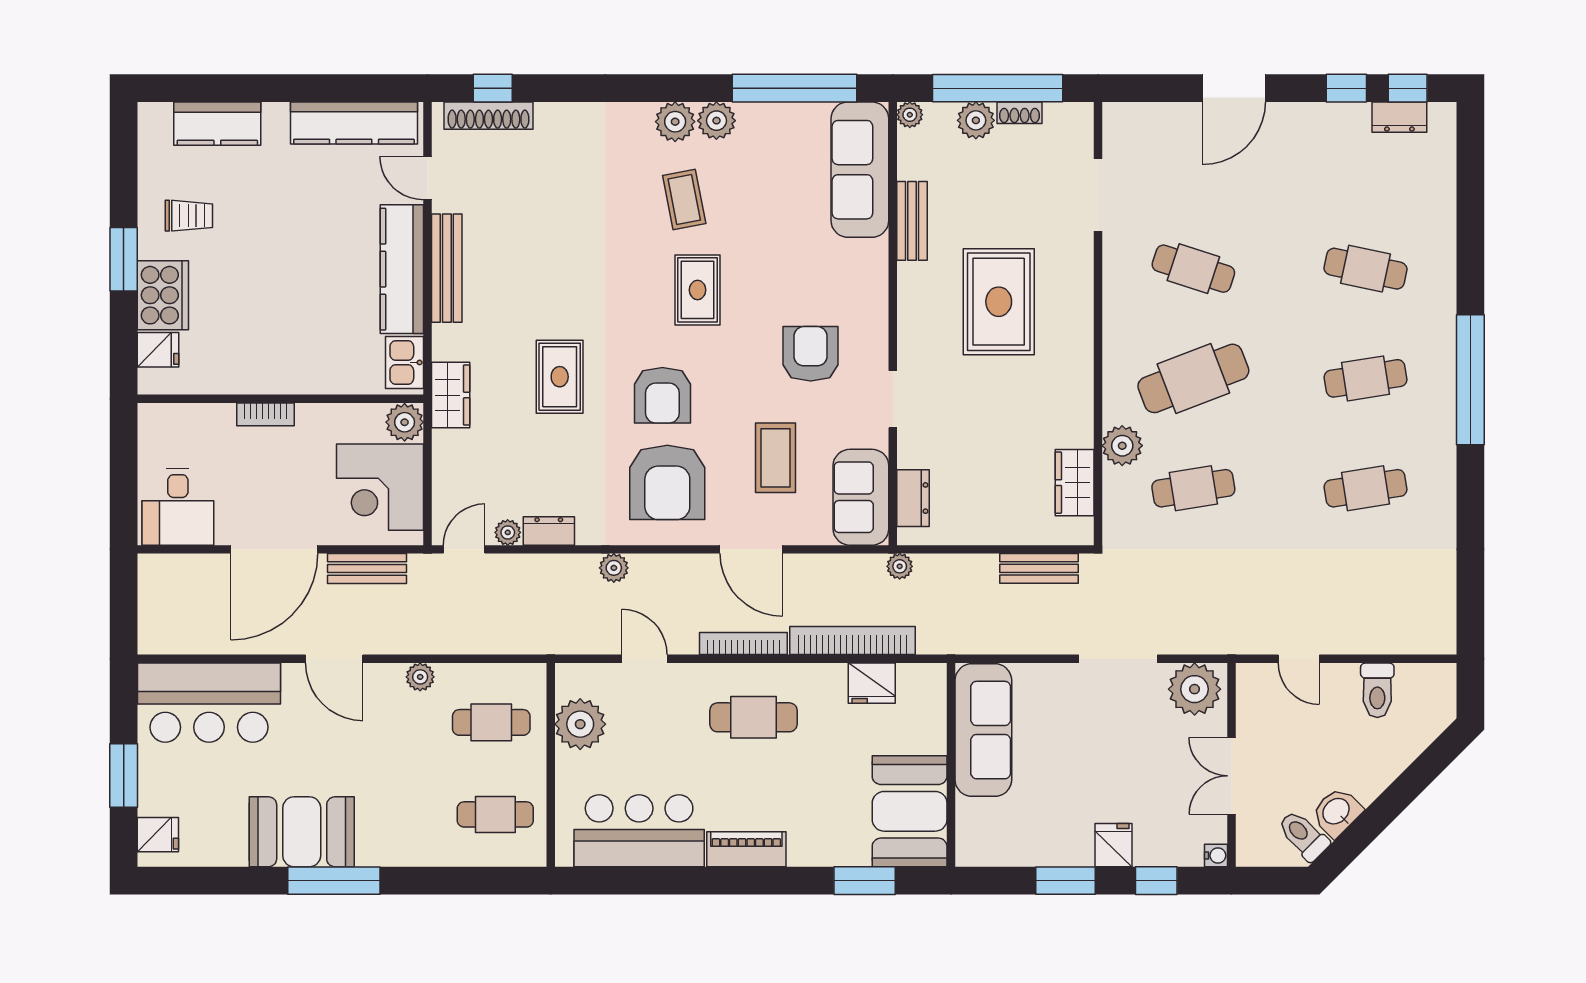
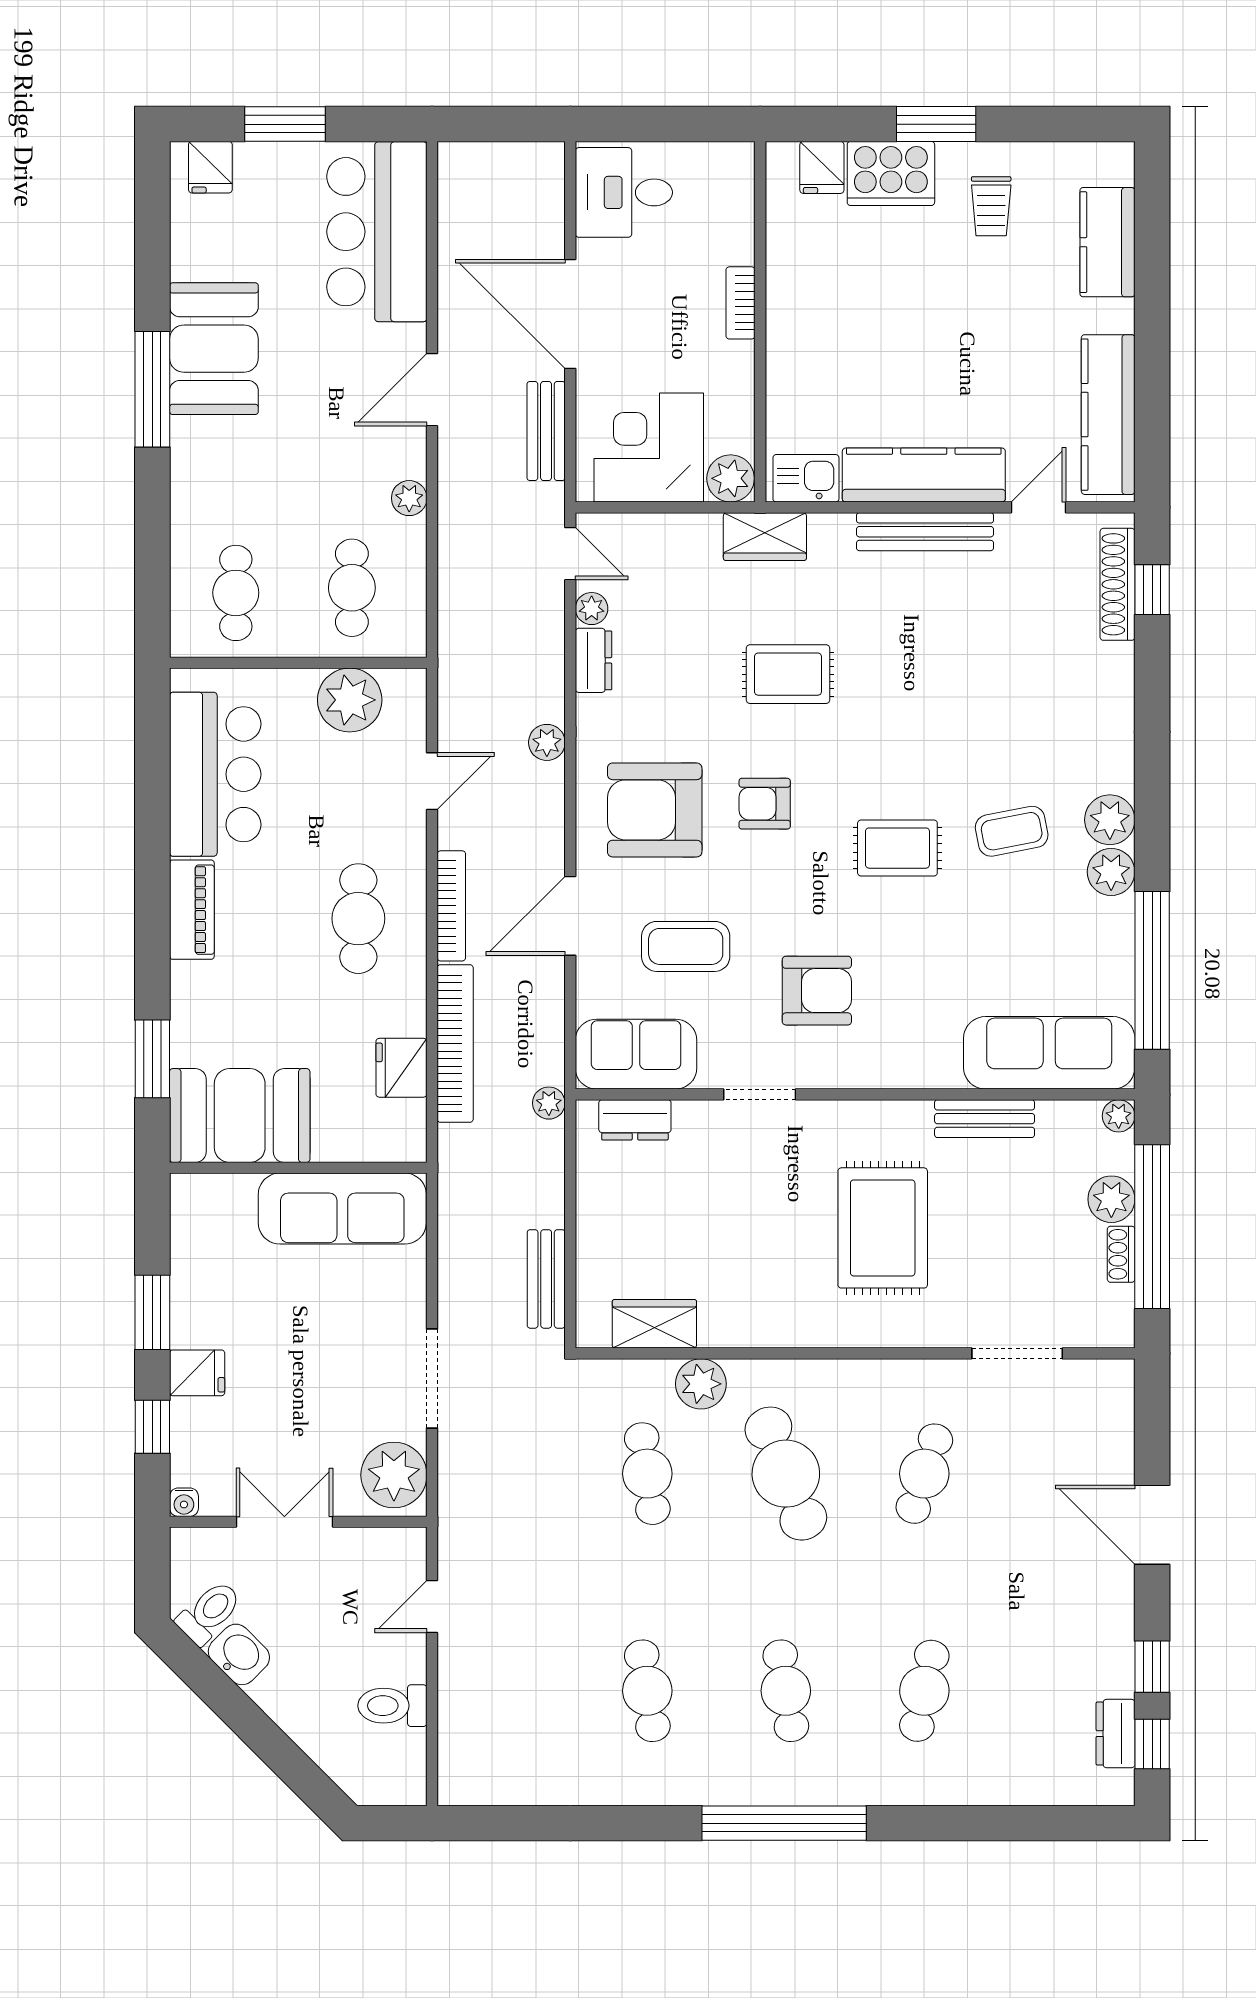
rug: (999, 302) -> (883, 1228), turned 90
armchair: (662, 395) -> (765, 804), width x0.72, depth x0.72

